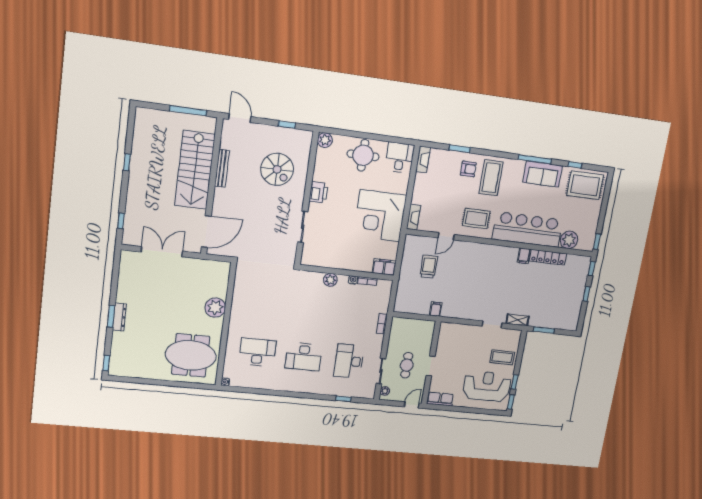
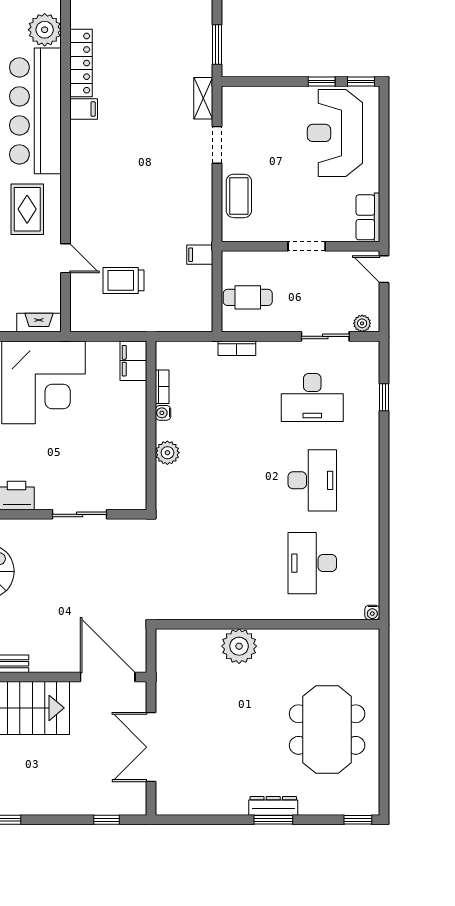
meeting table: (191, 355) -> (327, 730), moved
coffee table: (502, 357) -> (239, 196), moved
cafe table: (407, 365) -> (248, 297), moved

